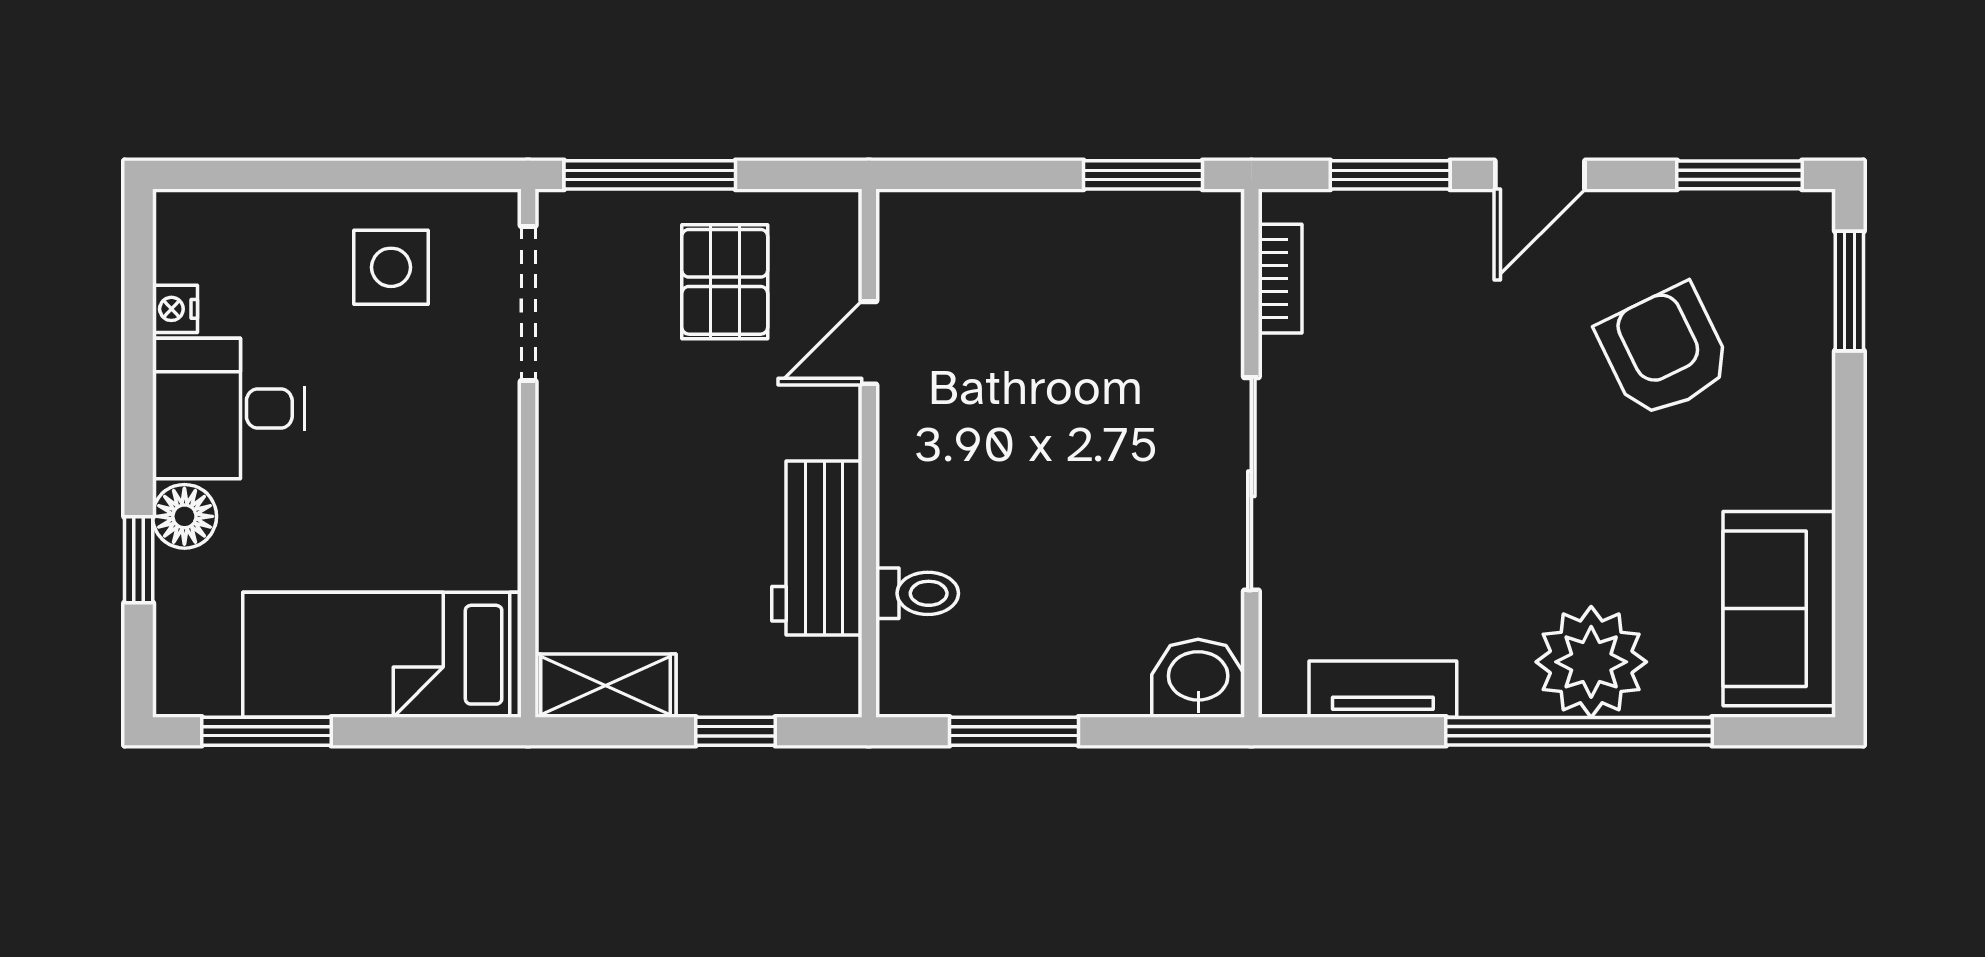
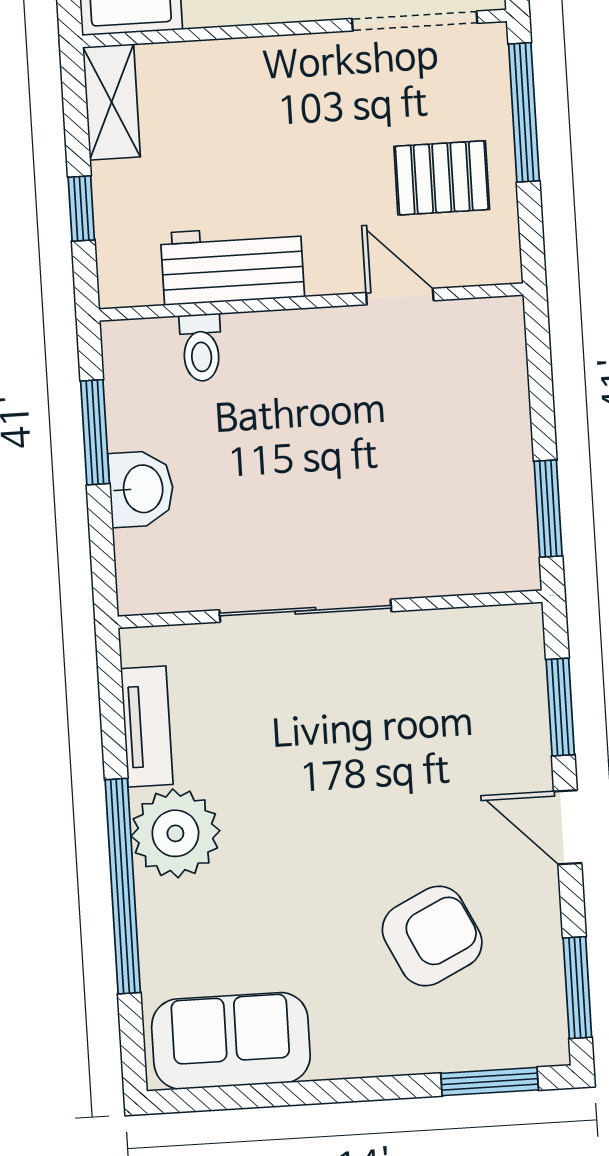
bookcase: (1280, 279) -> (472, 624), removed
plant: (1591, 662) -> (175, 833), moved
washbasin: (1198, 678) -> (141, 489), moved

